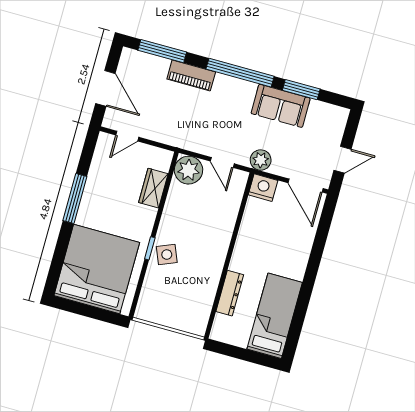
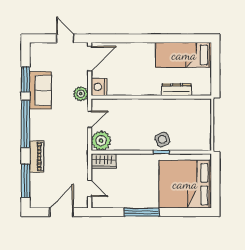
wardrobe: (153, 188) -> (104, 161), moved

